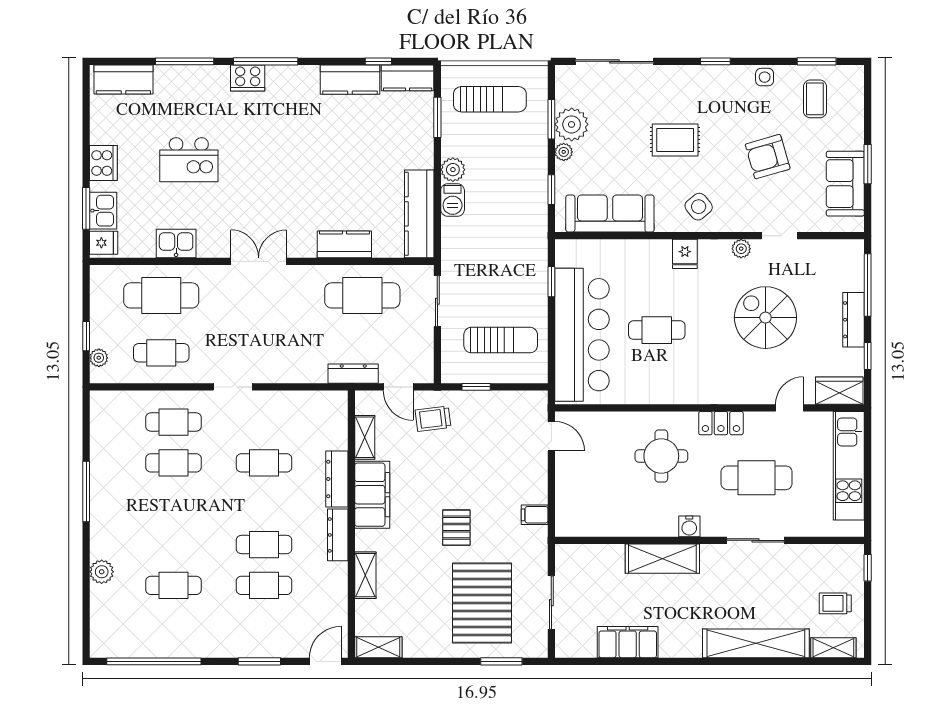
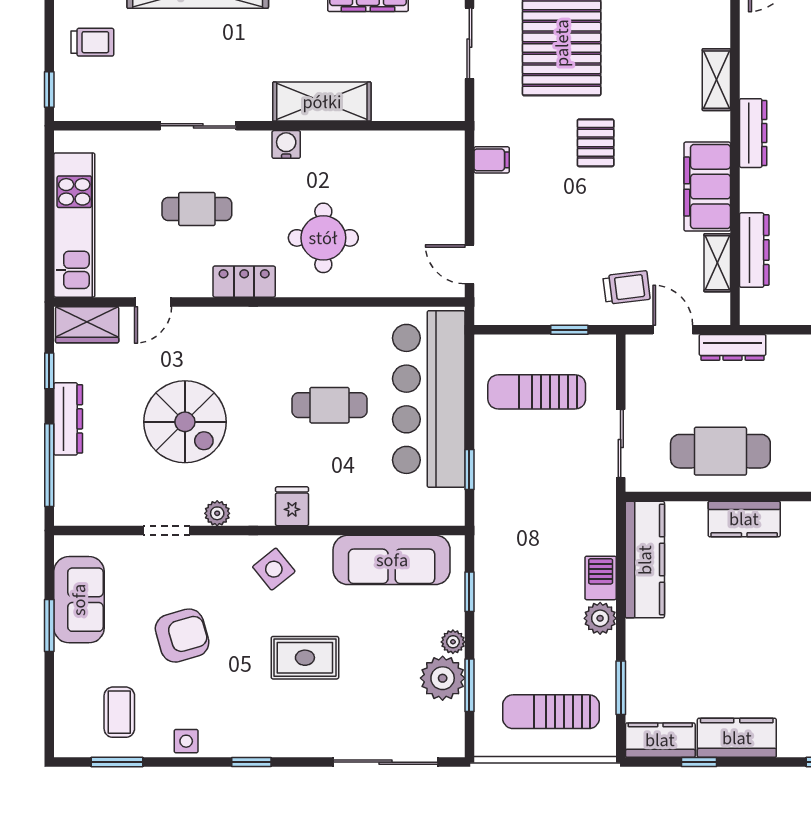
cafe table: (757, 478) -> (197, 209), width x0.73, depth x0.74
dresser: (337, 479) -> (754, 250), moved

